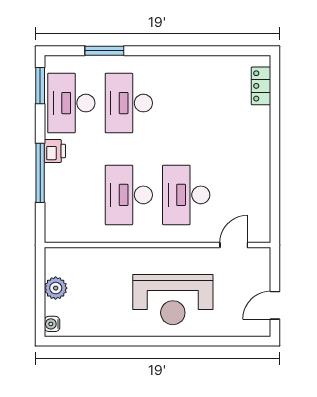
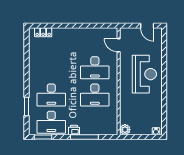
plant: (56, 288) -> (125, 130), moved

